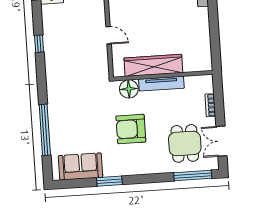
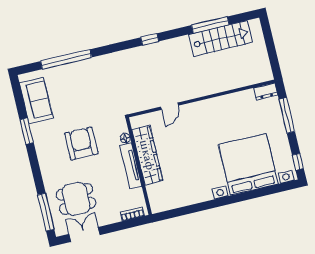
floor lamp: (129, 89) -> (125, 138), width x0.53, depth x0.53
bookcase: (210, 105) -> (132, 214), moved

